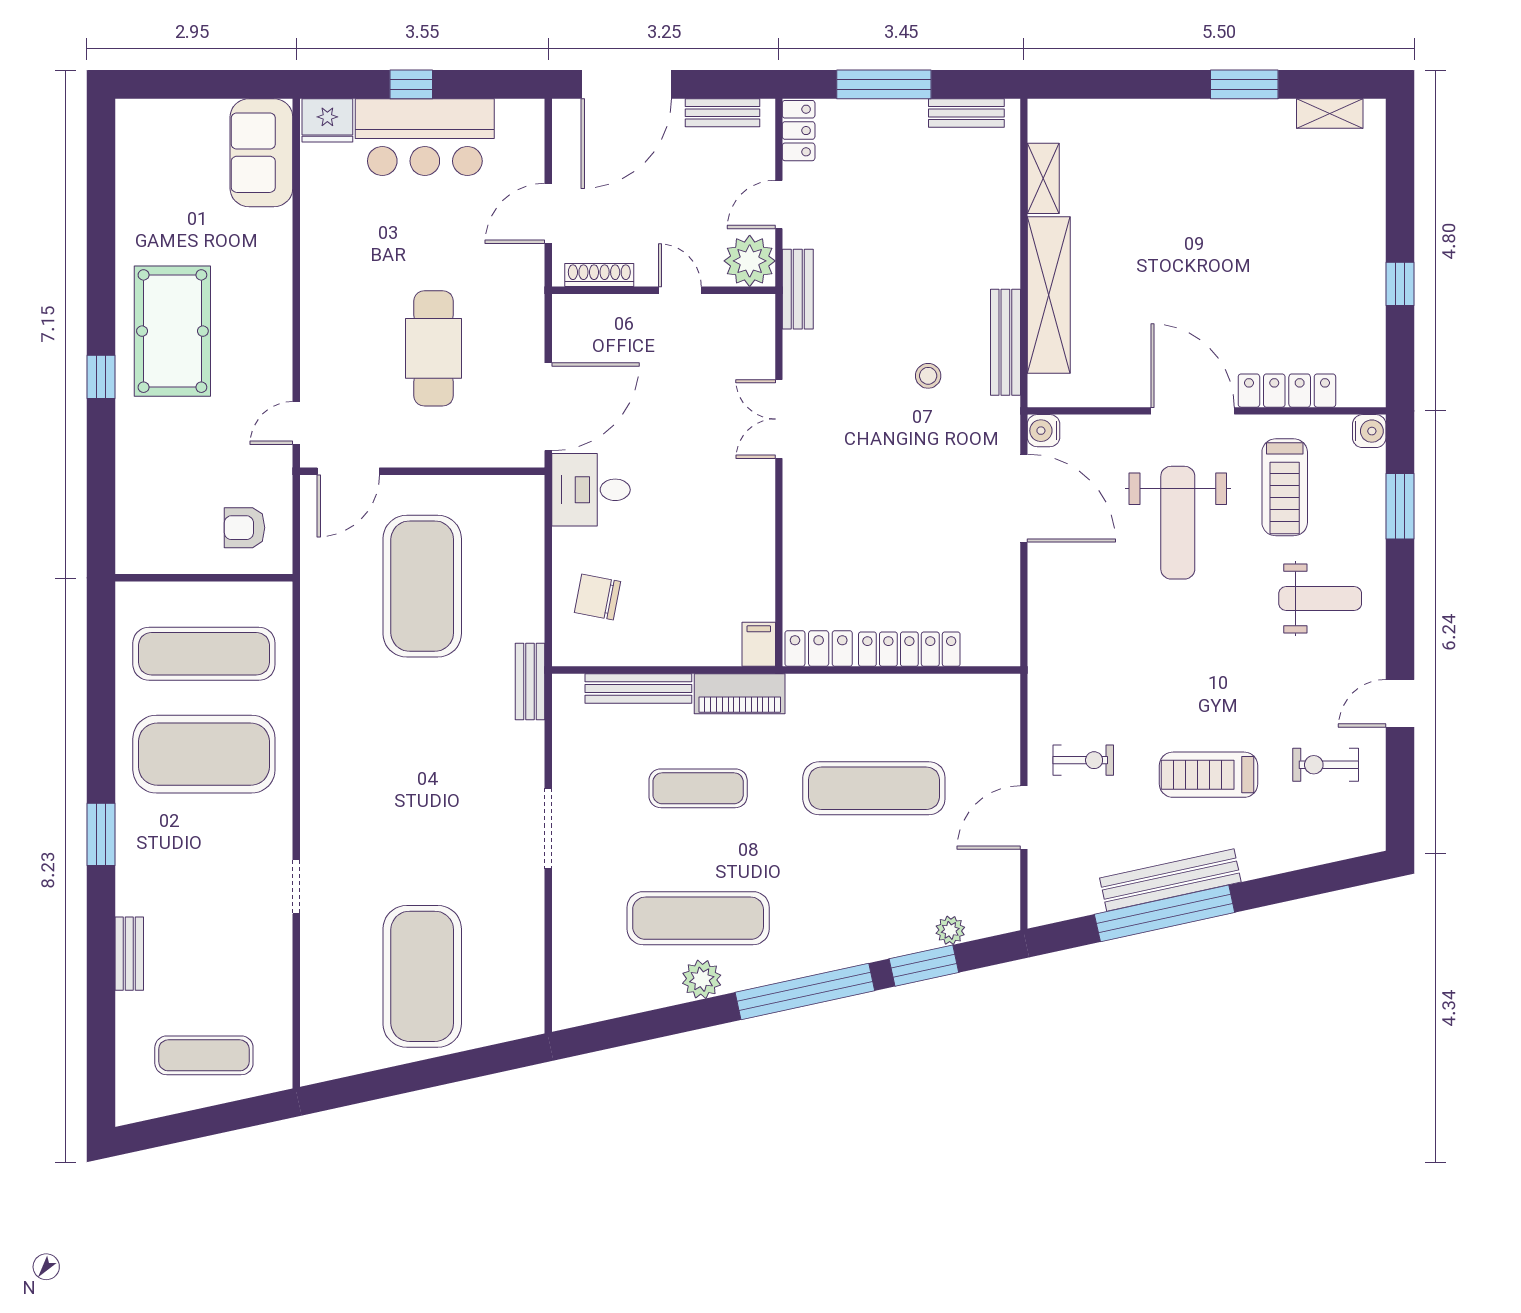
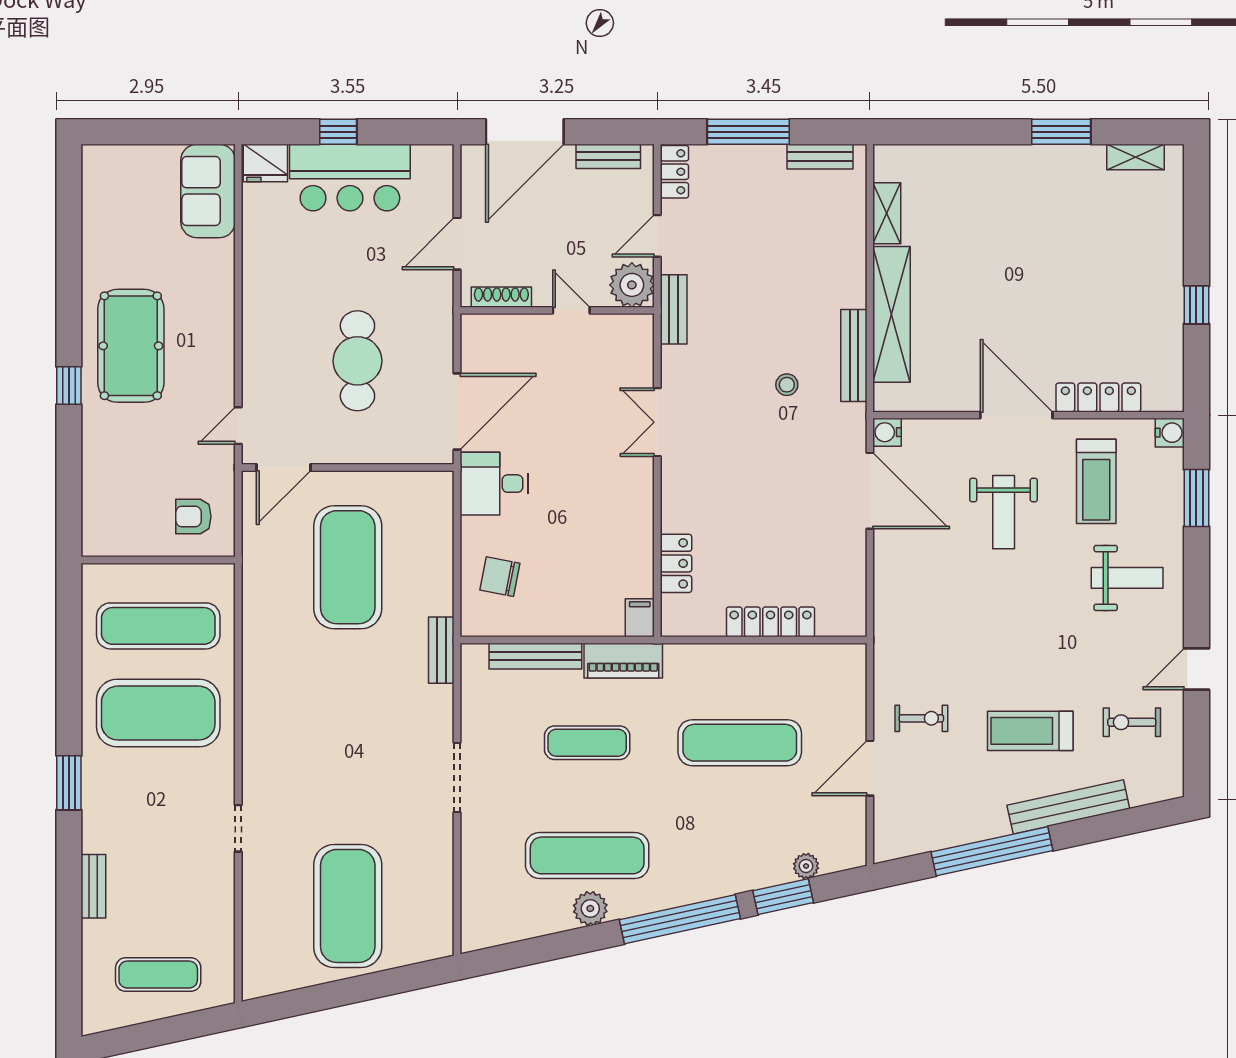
weight bench: (1178, 523) -> (1004, 512), width x0.73, depth x0.75
locker: (819, 649) -> (676, 563), moved, turned 90
bench: (1170, 880) -> (1068, 807), moved

